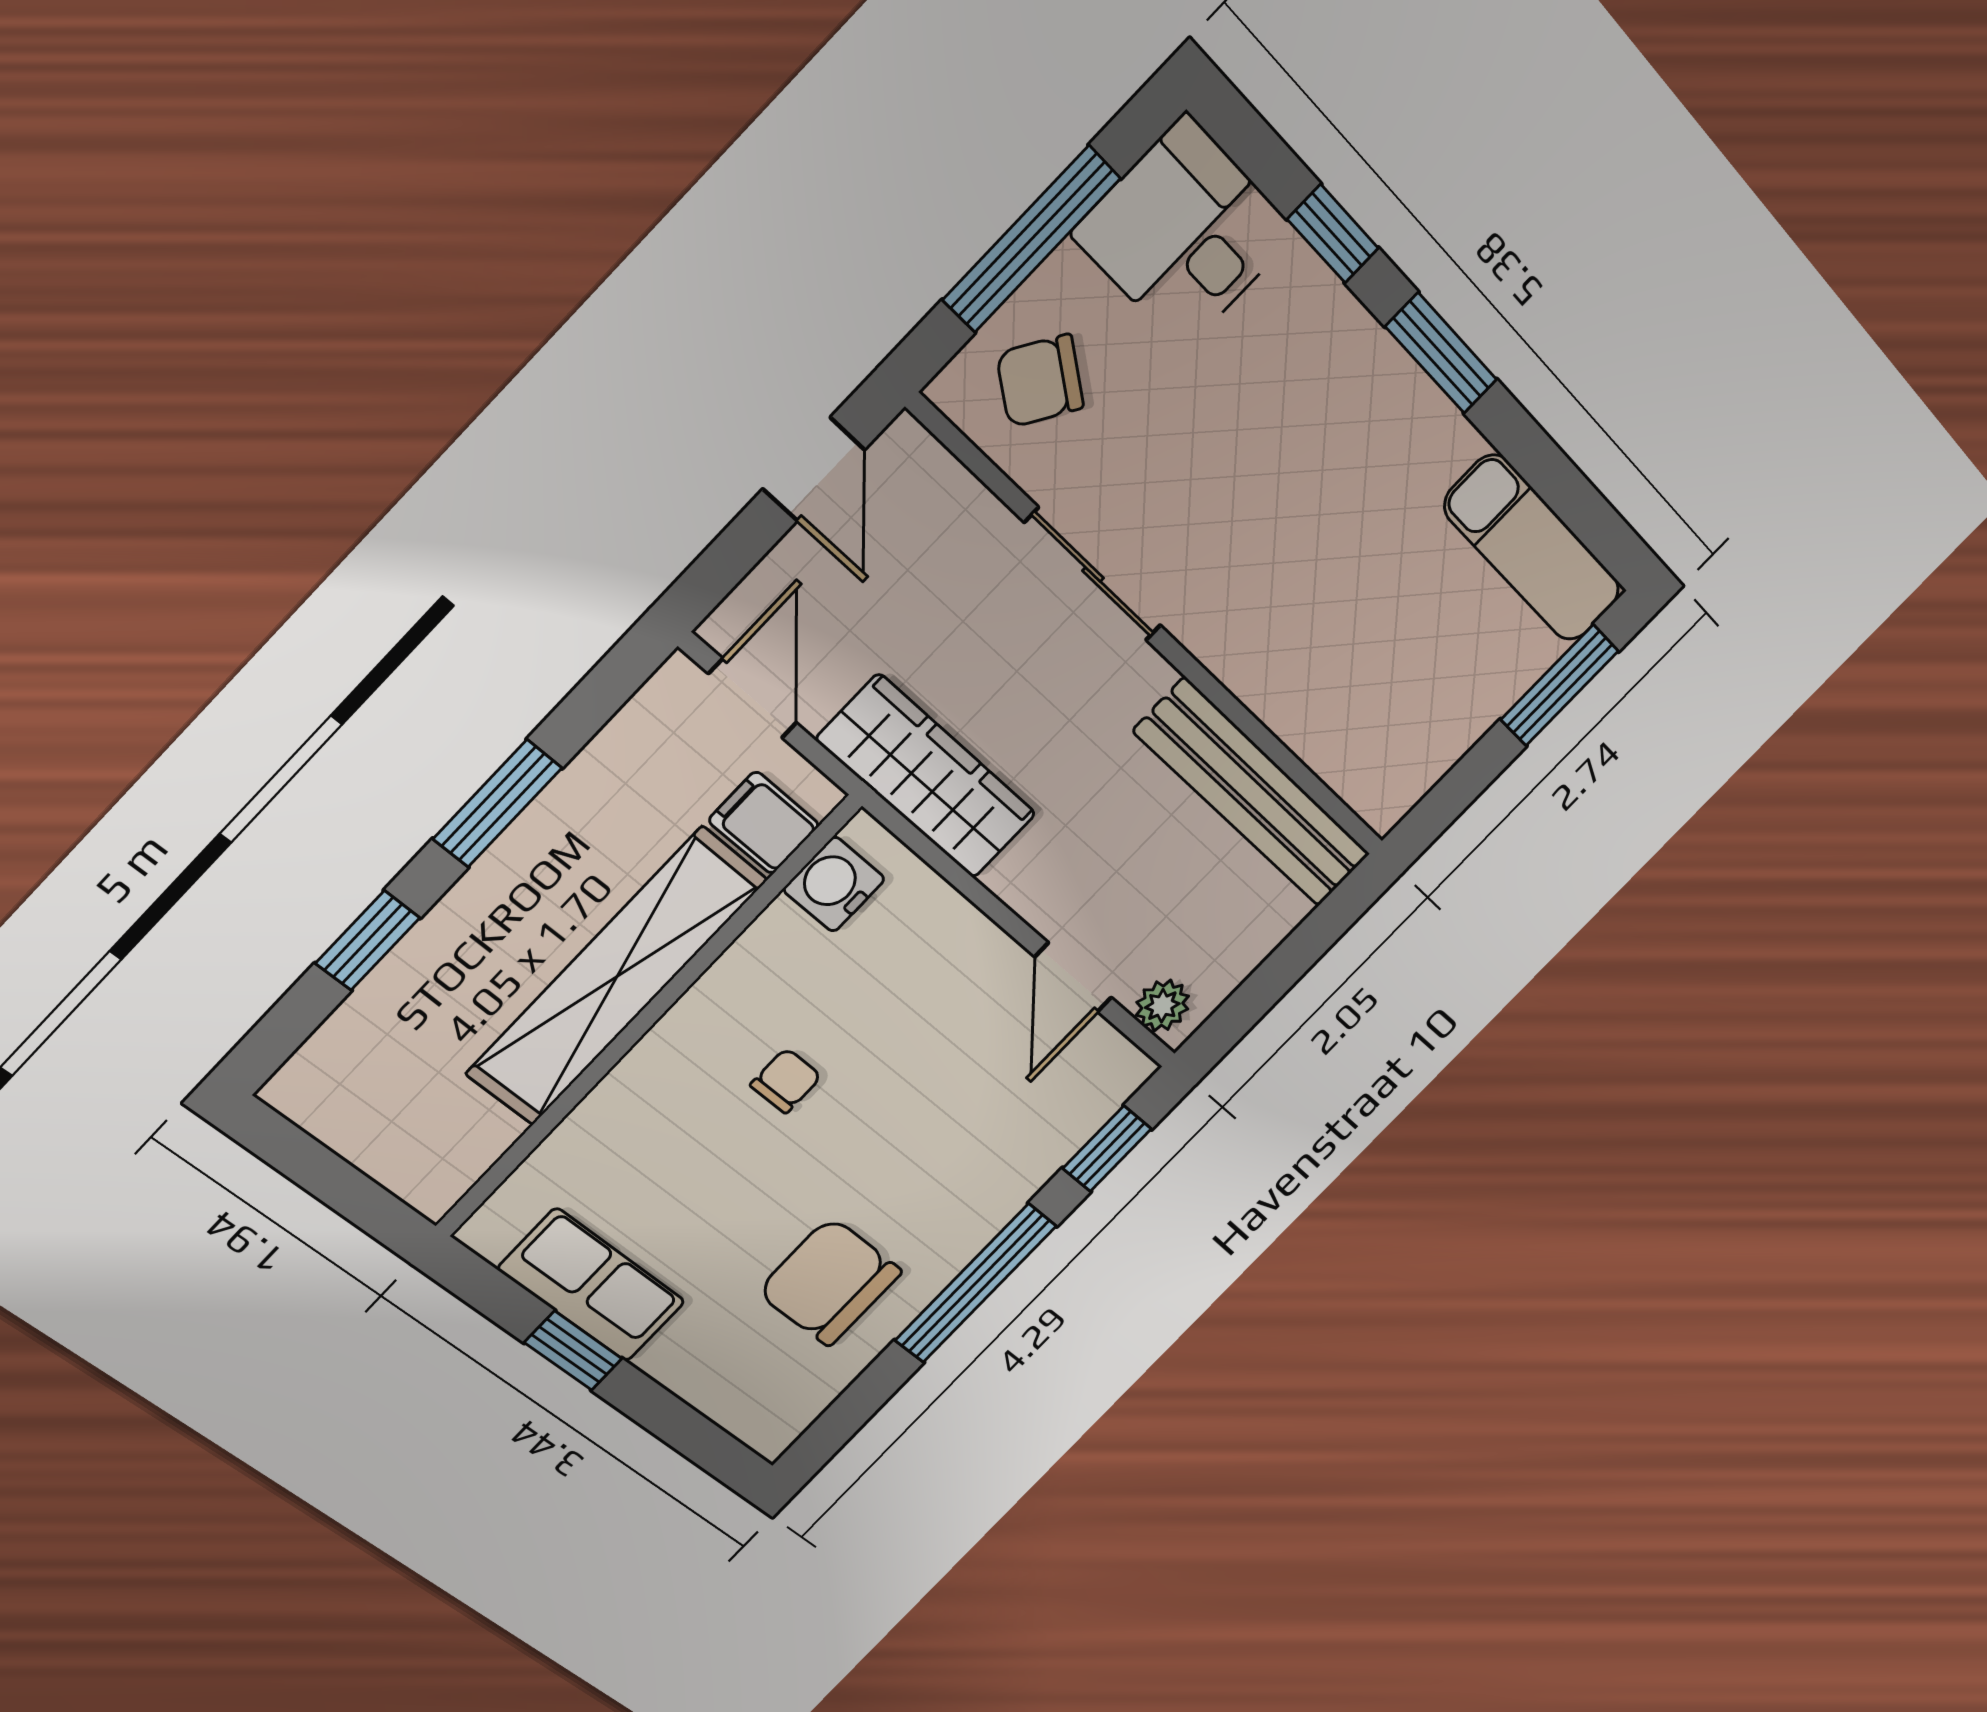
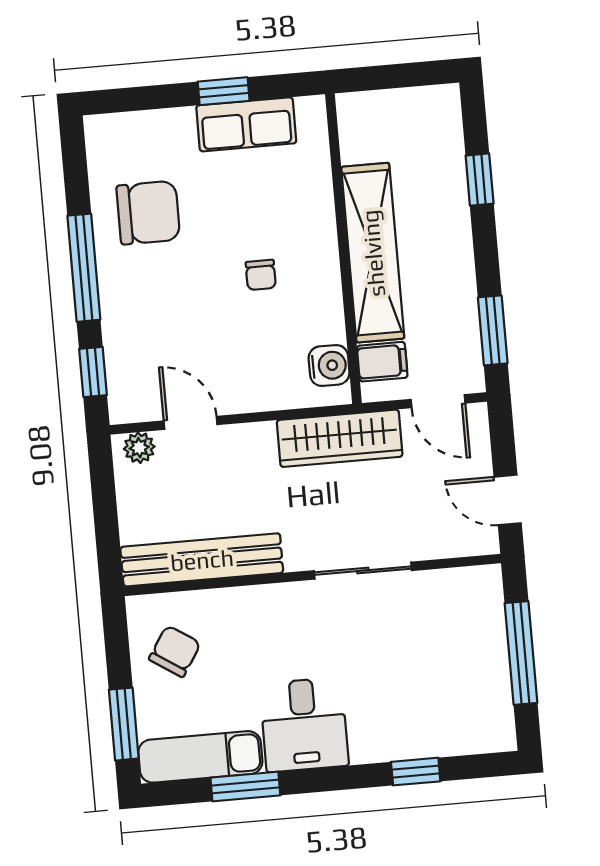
desk: (1185, 233) -> (304, 725), moved, turned 90
window: (1441, 353) -> (245, 786), moved
chair: (1040, 381) -> (175, 651), moved
window: (497, 803) -> (493, 330), moved

